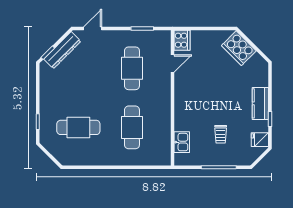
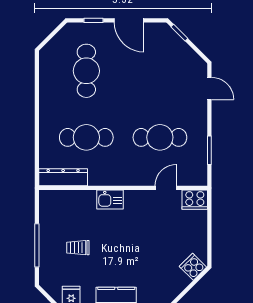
cooker: (239, 48) -> (193, 267), width x0.53, depth x0.76
dresser: (62, 50) -> (63, 177), moved, turned 135
door: (173, 64) -> (166, 188), swing flipped
door: (38, 93) -> (129, 20), added
kitchen sink: (182, 142) -> (110, 199), moved

